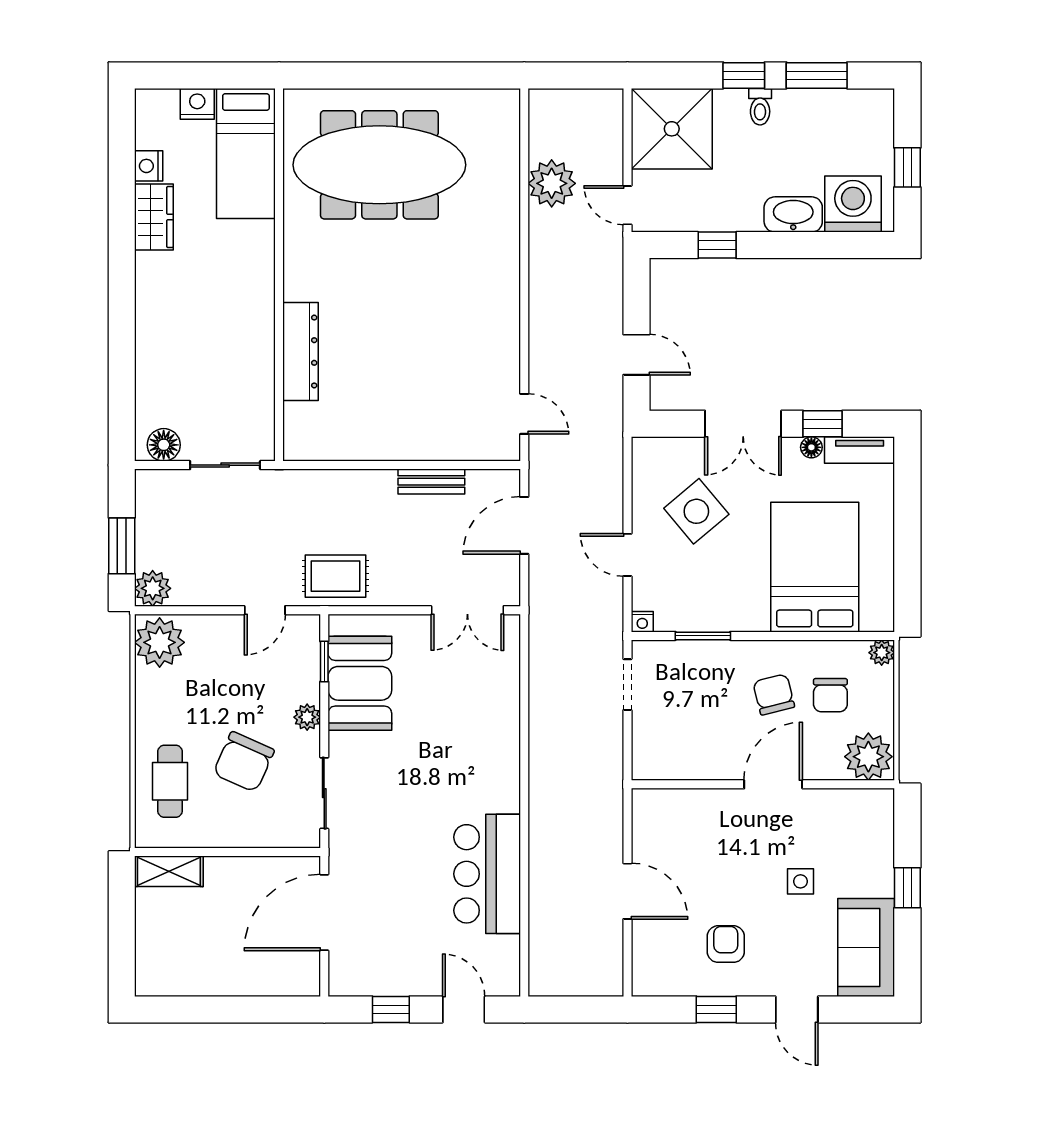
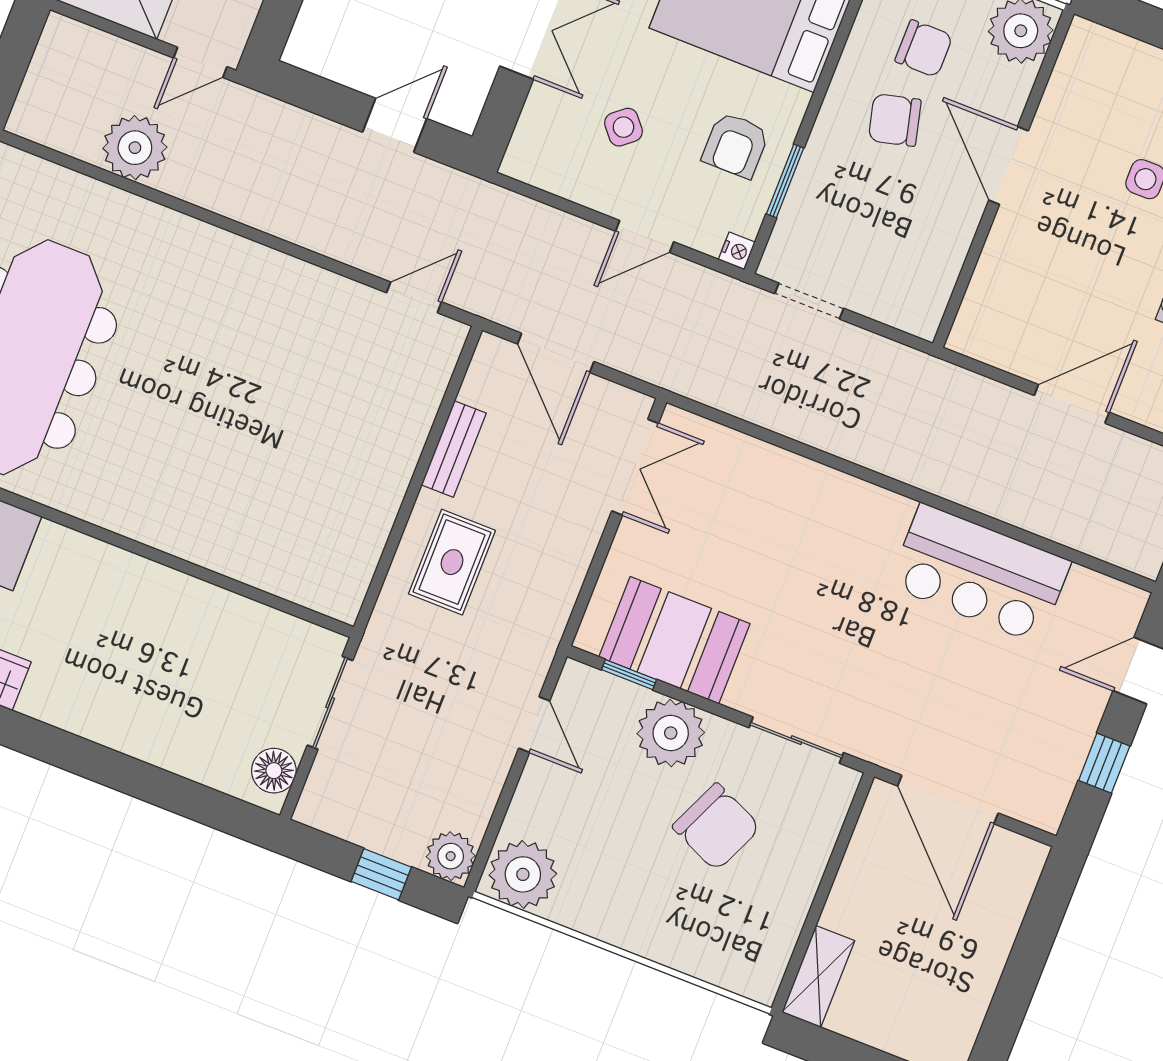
dresser: (301, 352) -> (223, 550), removed
side table: (696, 511) -> (623, 127), width x0.54, depth x0.54
window: (122, 546) -> (381, 874), width x0.67
rug: (335, 576) -> (452, 562), moved
armchair: (714, 593) -> (736, 145), added
plant: (307, 717) -> (671, 733), width x1.88, depth x1.88
cafe table: (170, 781) -> (704, 930), removed

